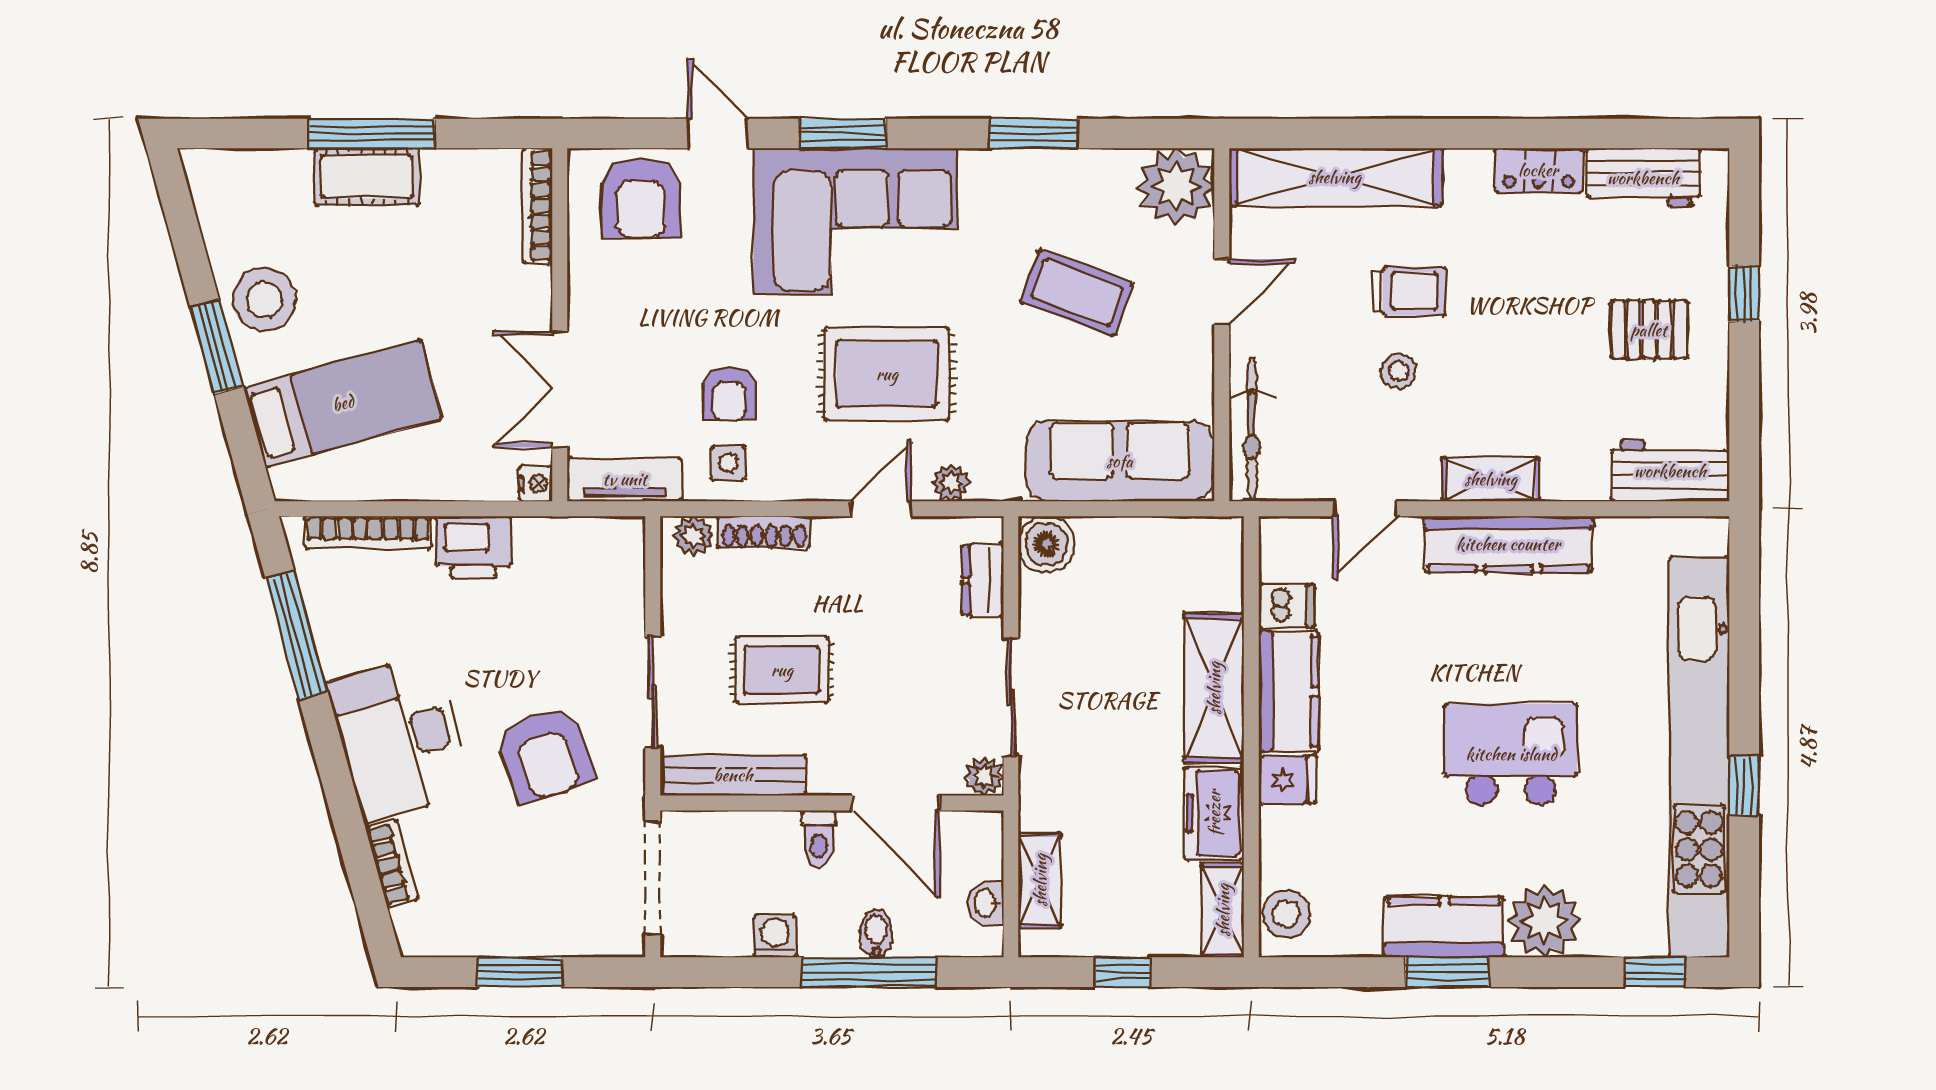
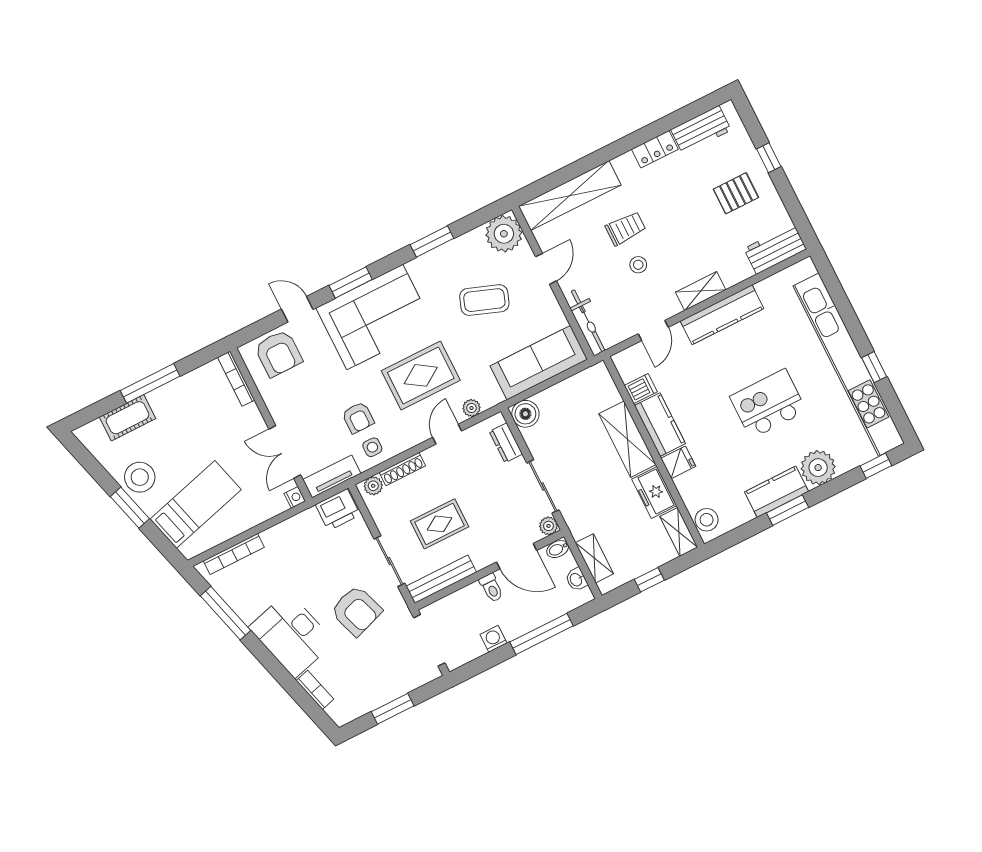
cot: (367, 177) -> (128, 418), moved
printer: (473, 547) -> (338, 510), moved
bidet: (876, 933) -> (558, 549), moved, turned -90

